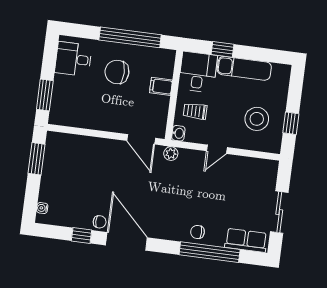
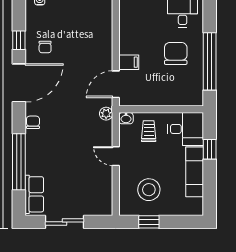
filing cabinet: (161, 86) -> (129, 62), moved, turned 90
chair: (100, 222) -> (45, 47), moved
chair: (197, 232) -> (33, 122), moved

